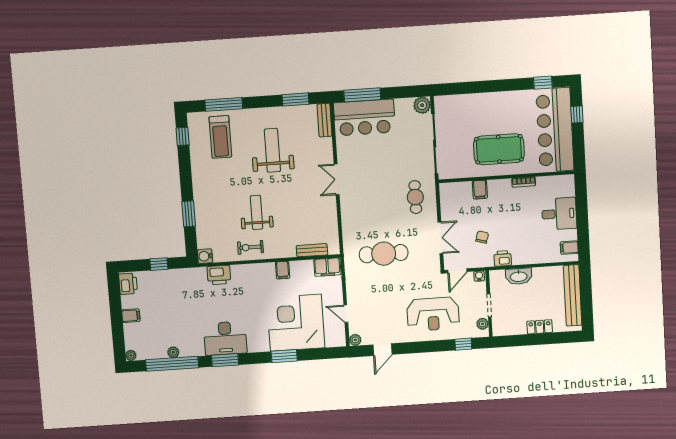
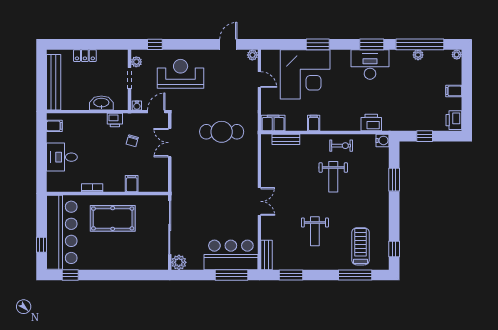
weight bench: (272, 150) -> (315, 231), width x0.73, depth x0.75
cafe table: (415, 197) -> (190, 181), removed

